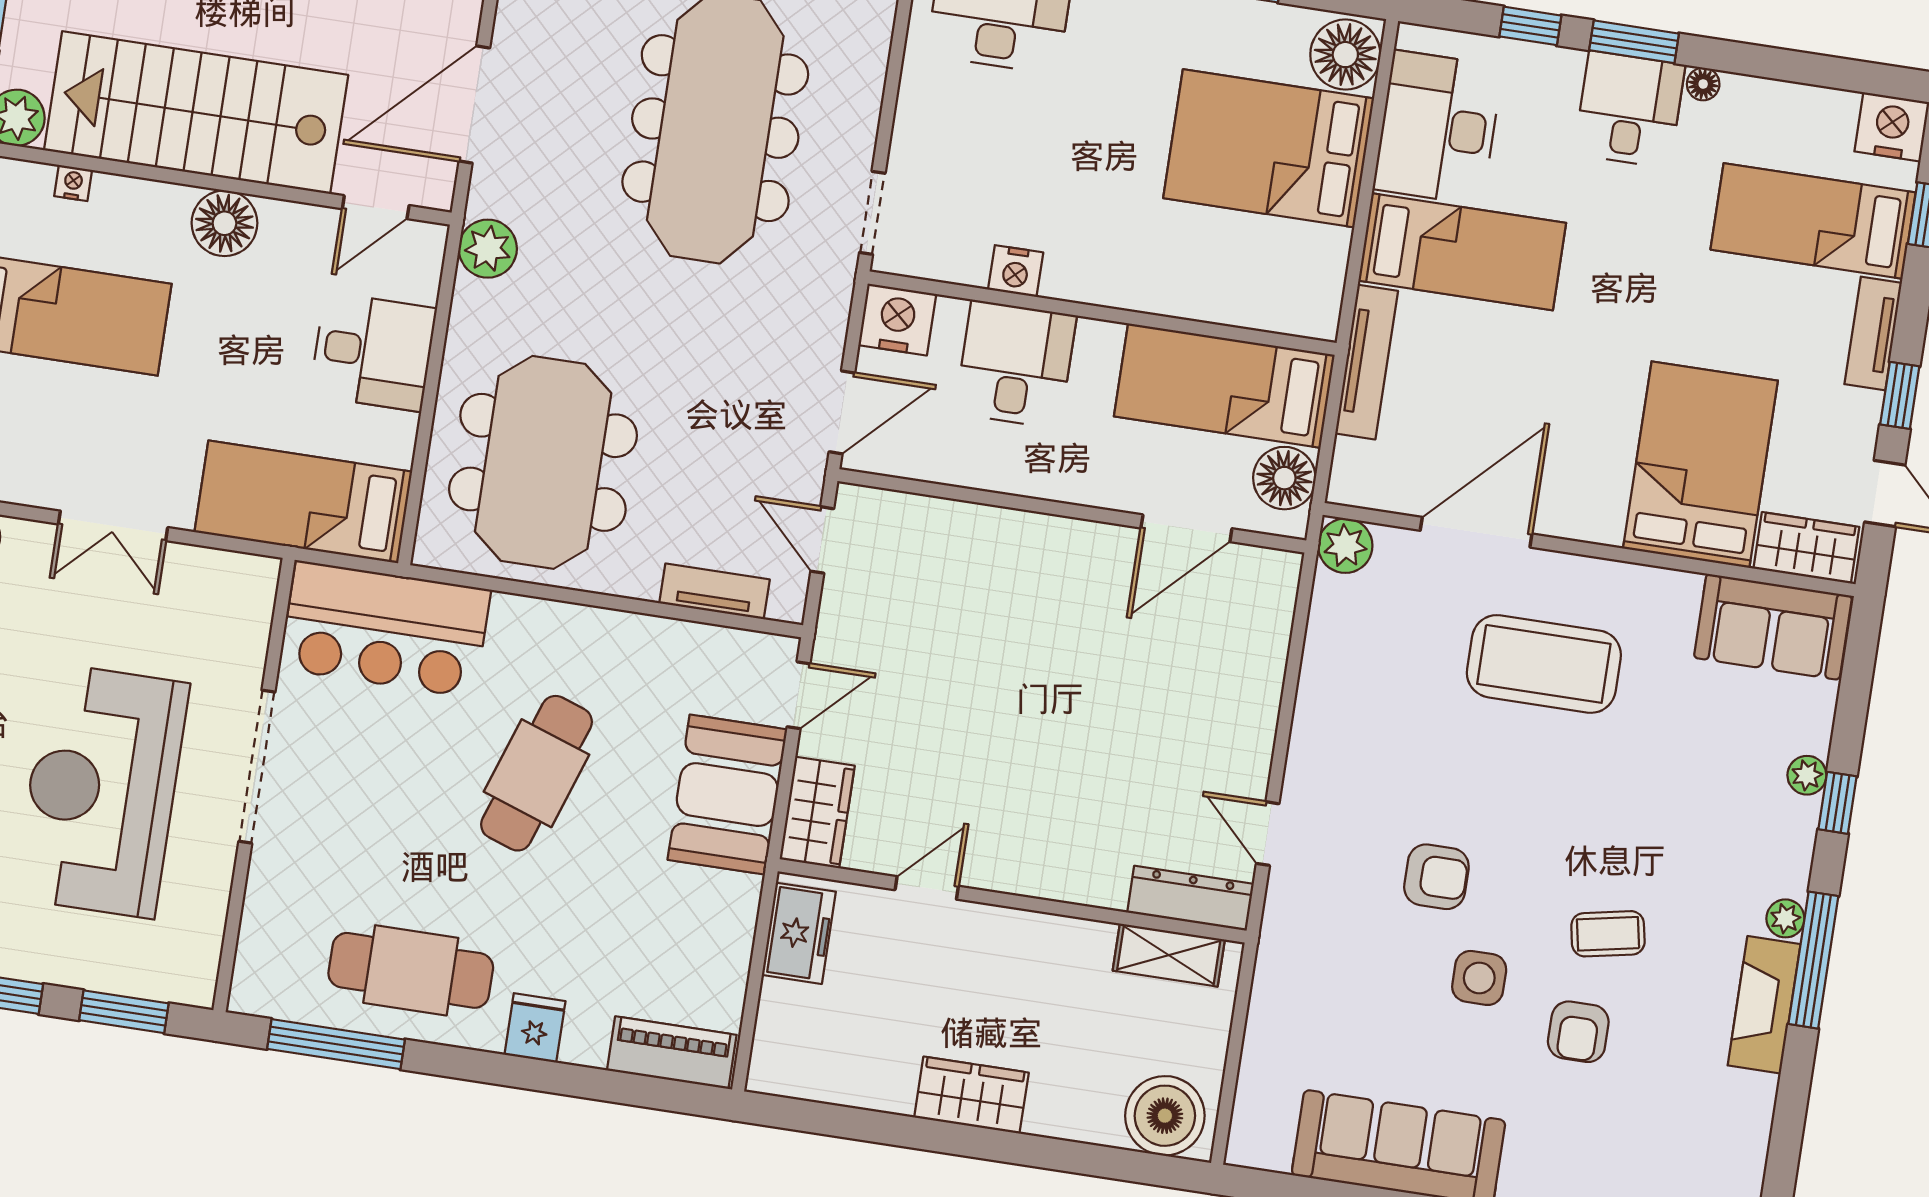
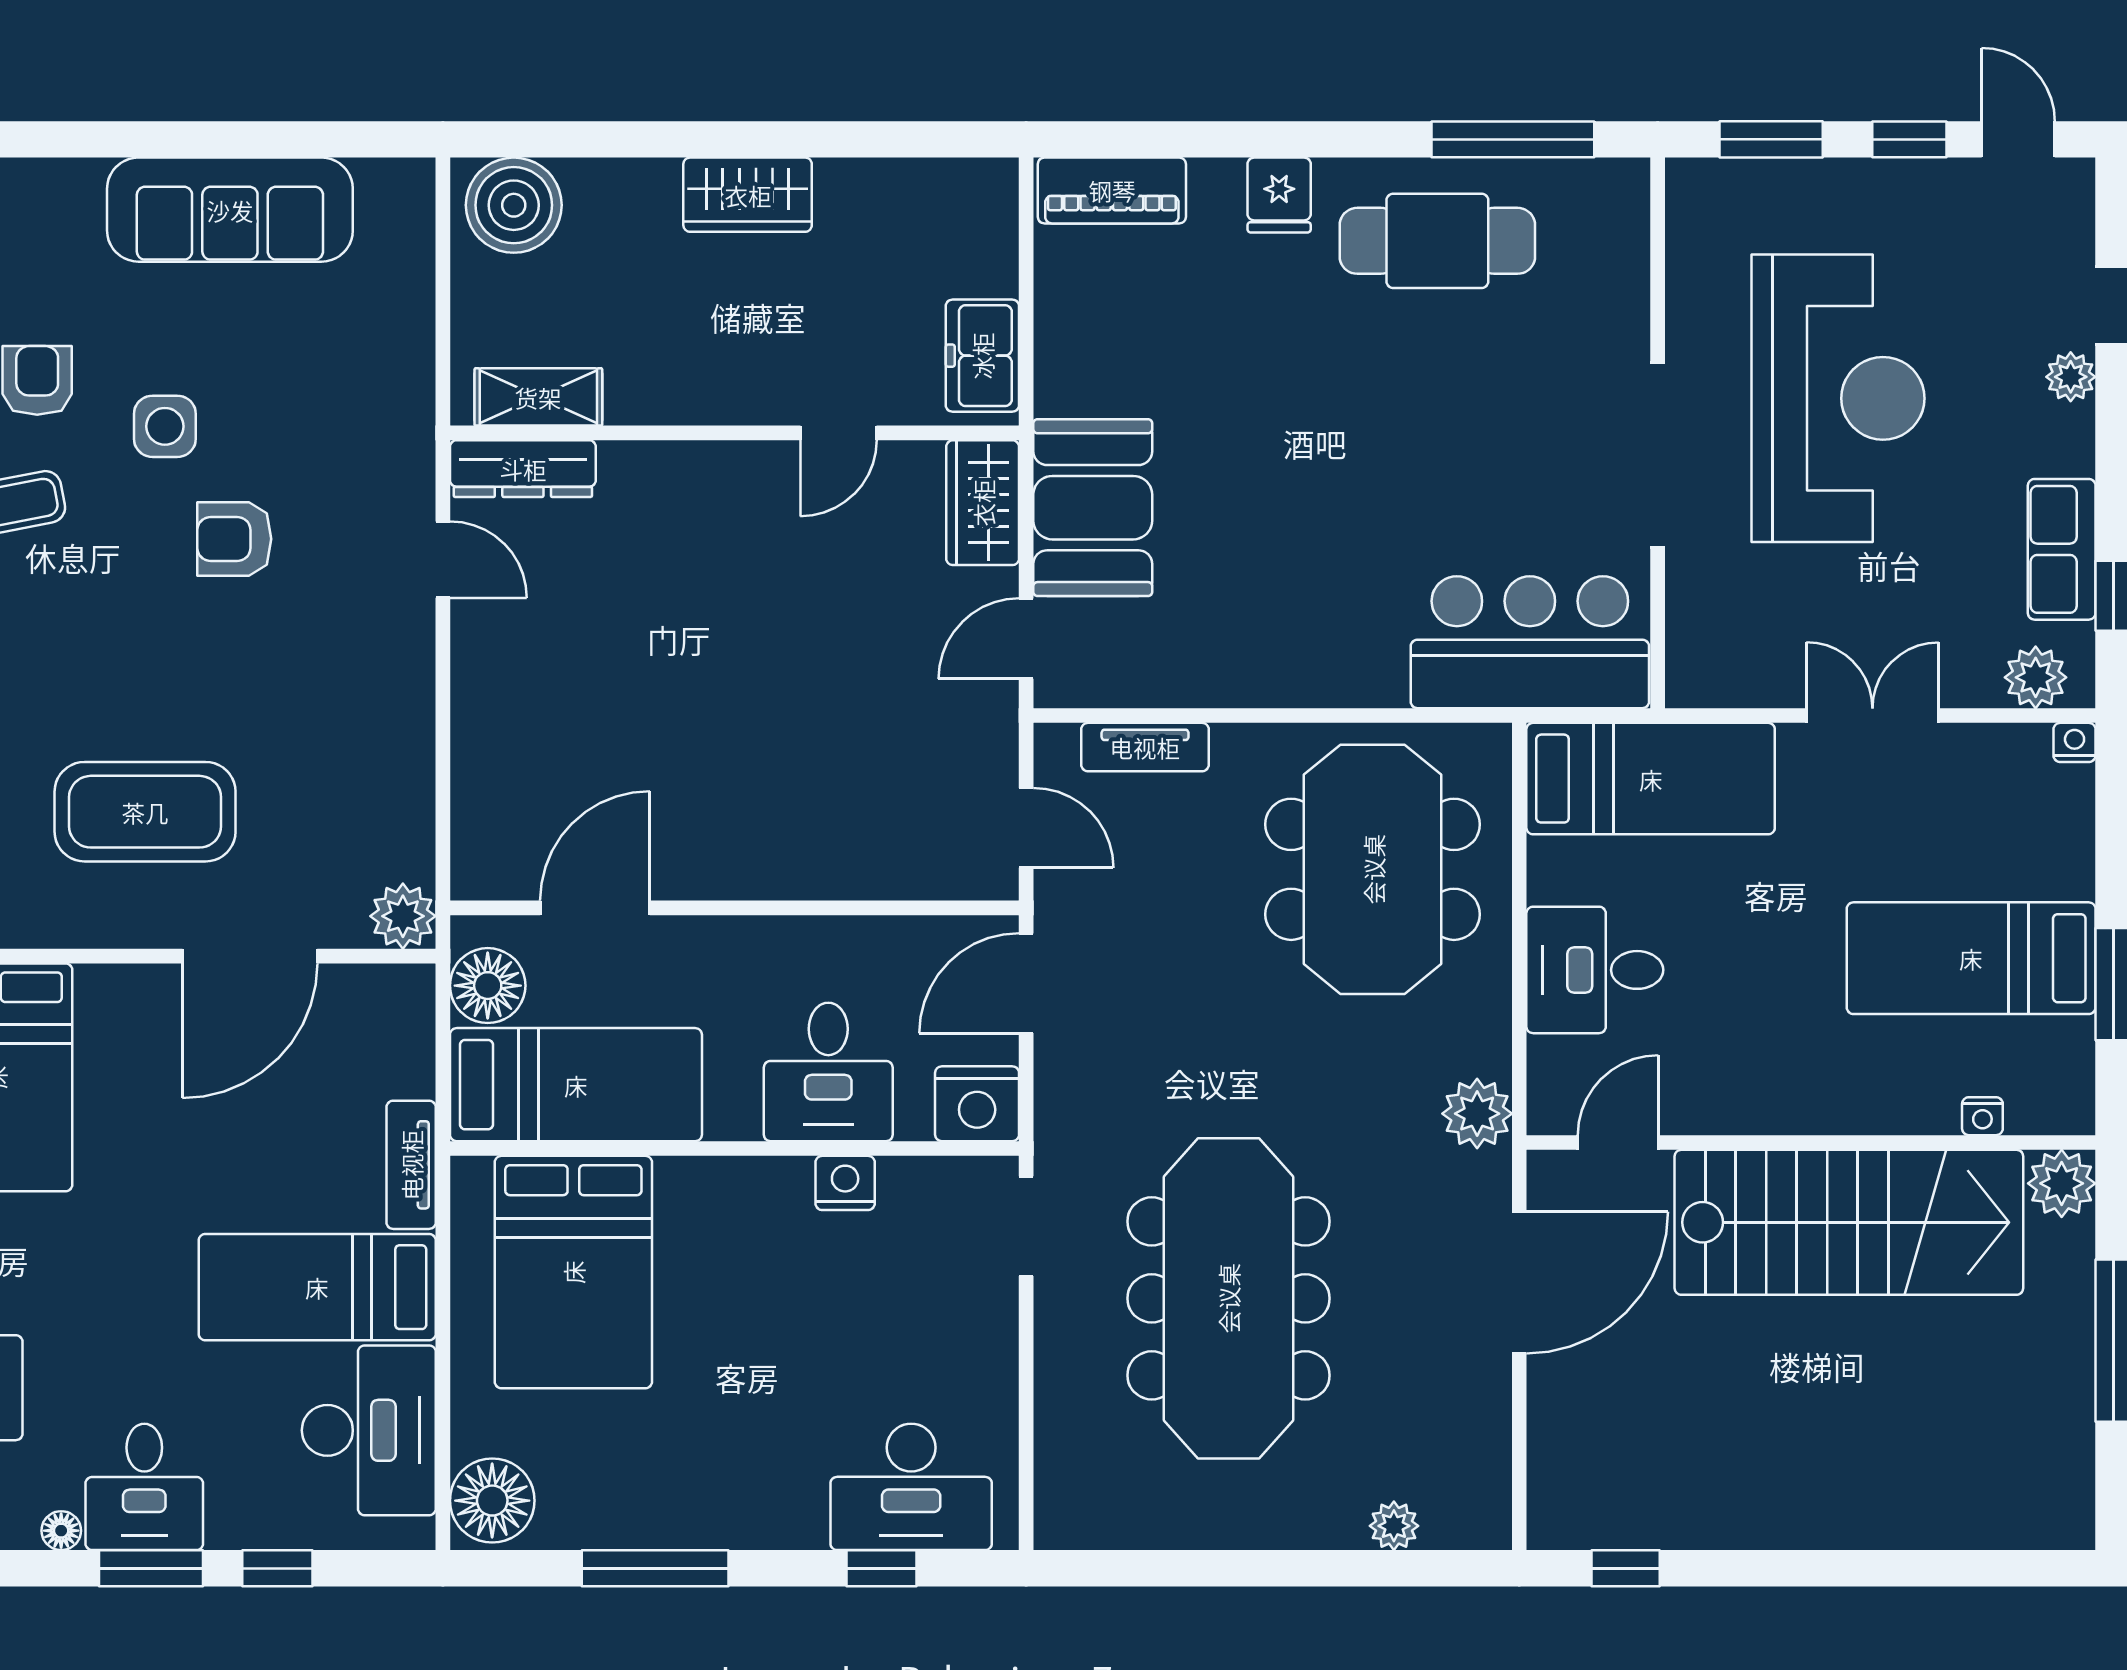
bed: (1269, 148) -> (573, 1272), moved, turned 90
floor lamp: (224, 223) -> (1795, 1096), removed
tv unit: (1366, 362) -> (411, 1165), width x0.71
cafe table: (537, 773) -> (1324, 498), removed

